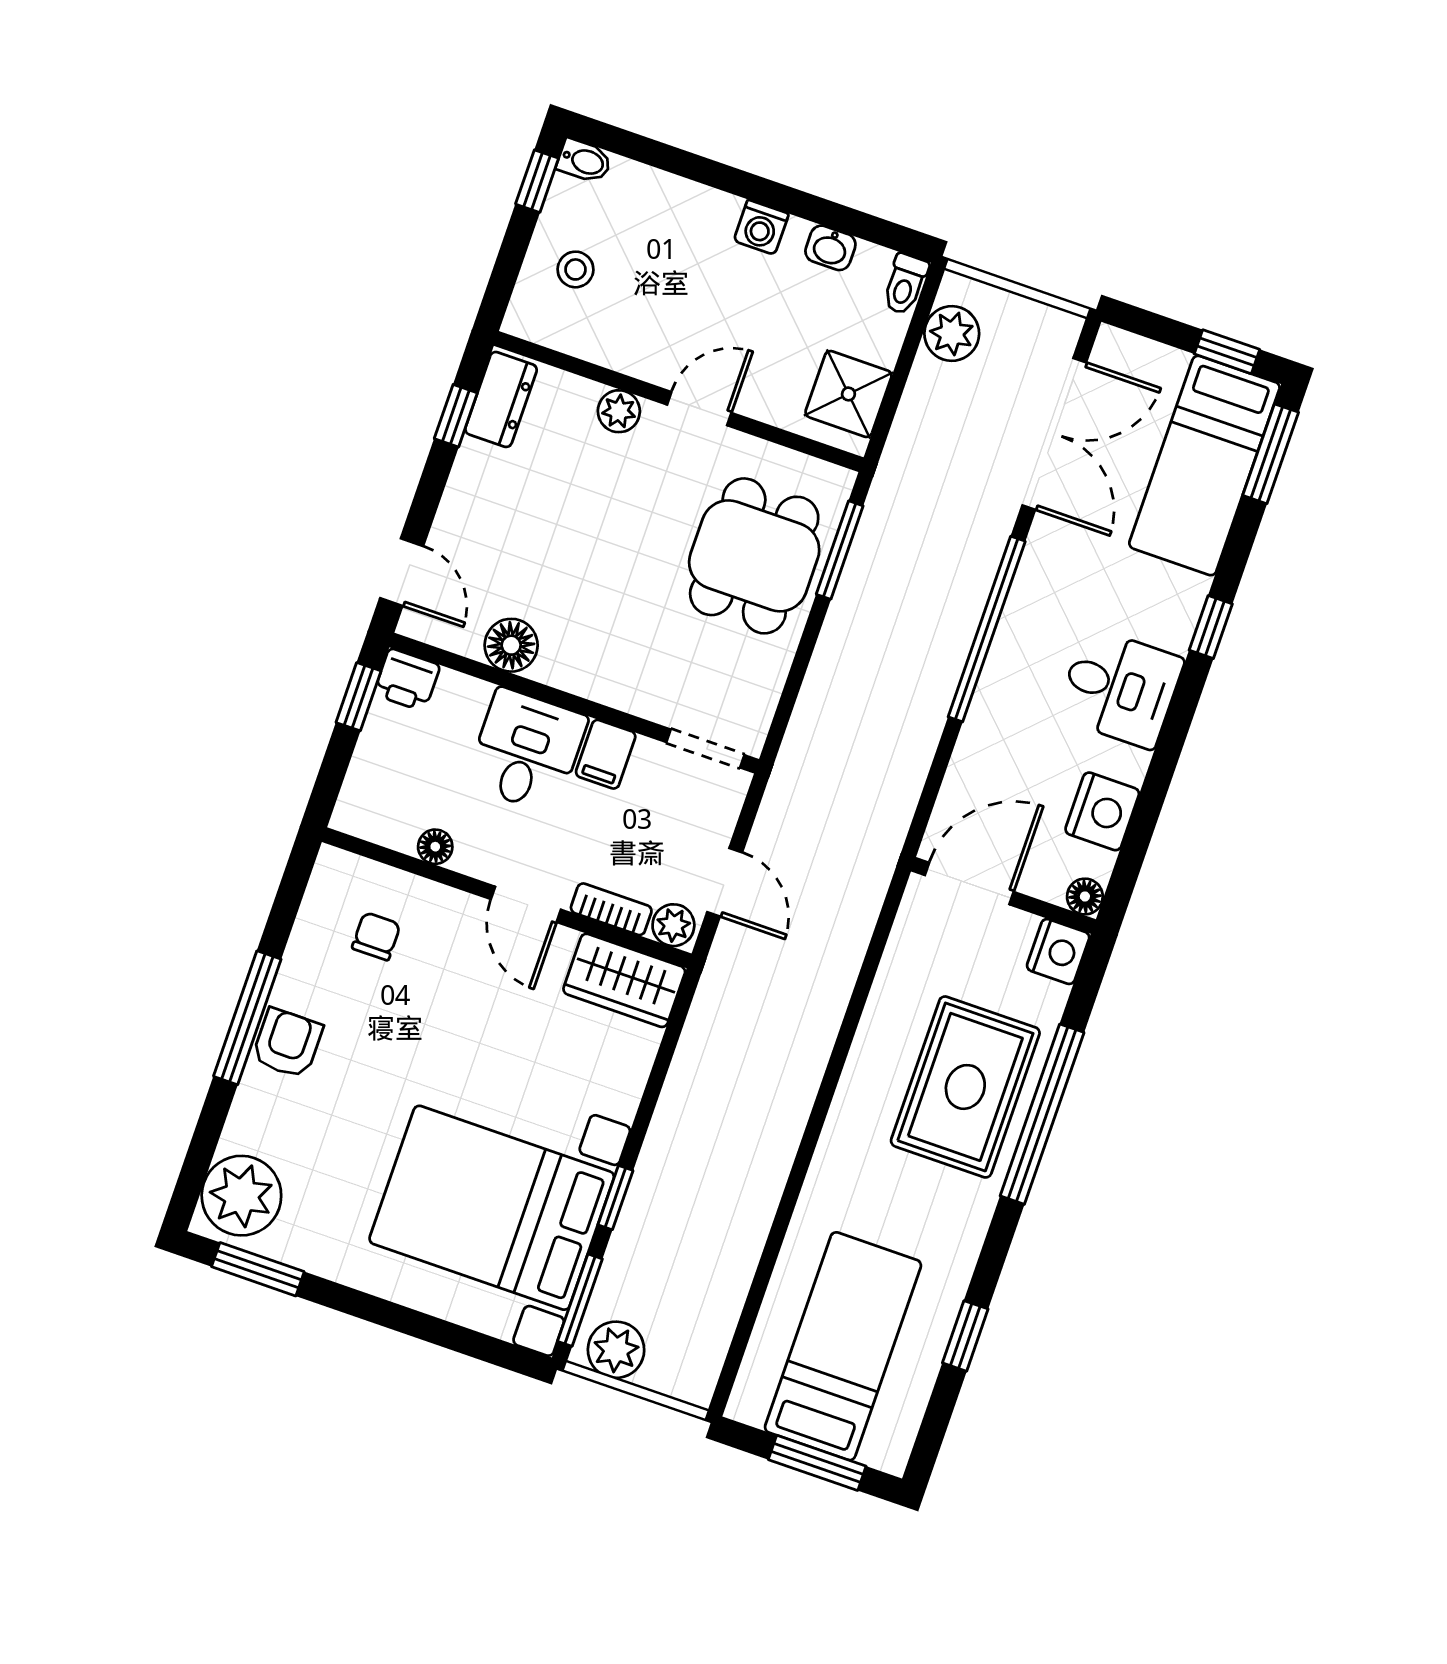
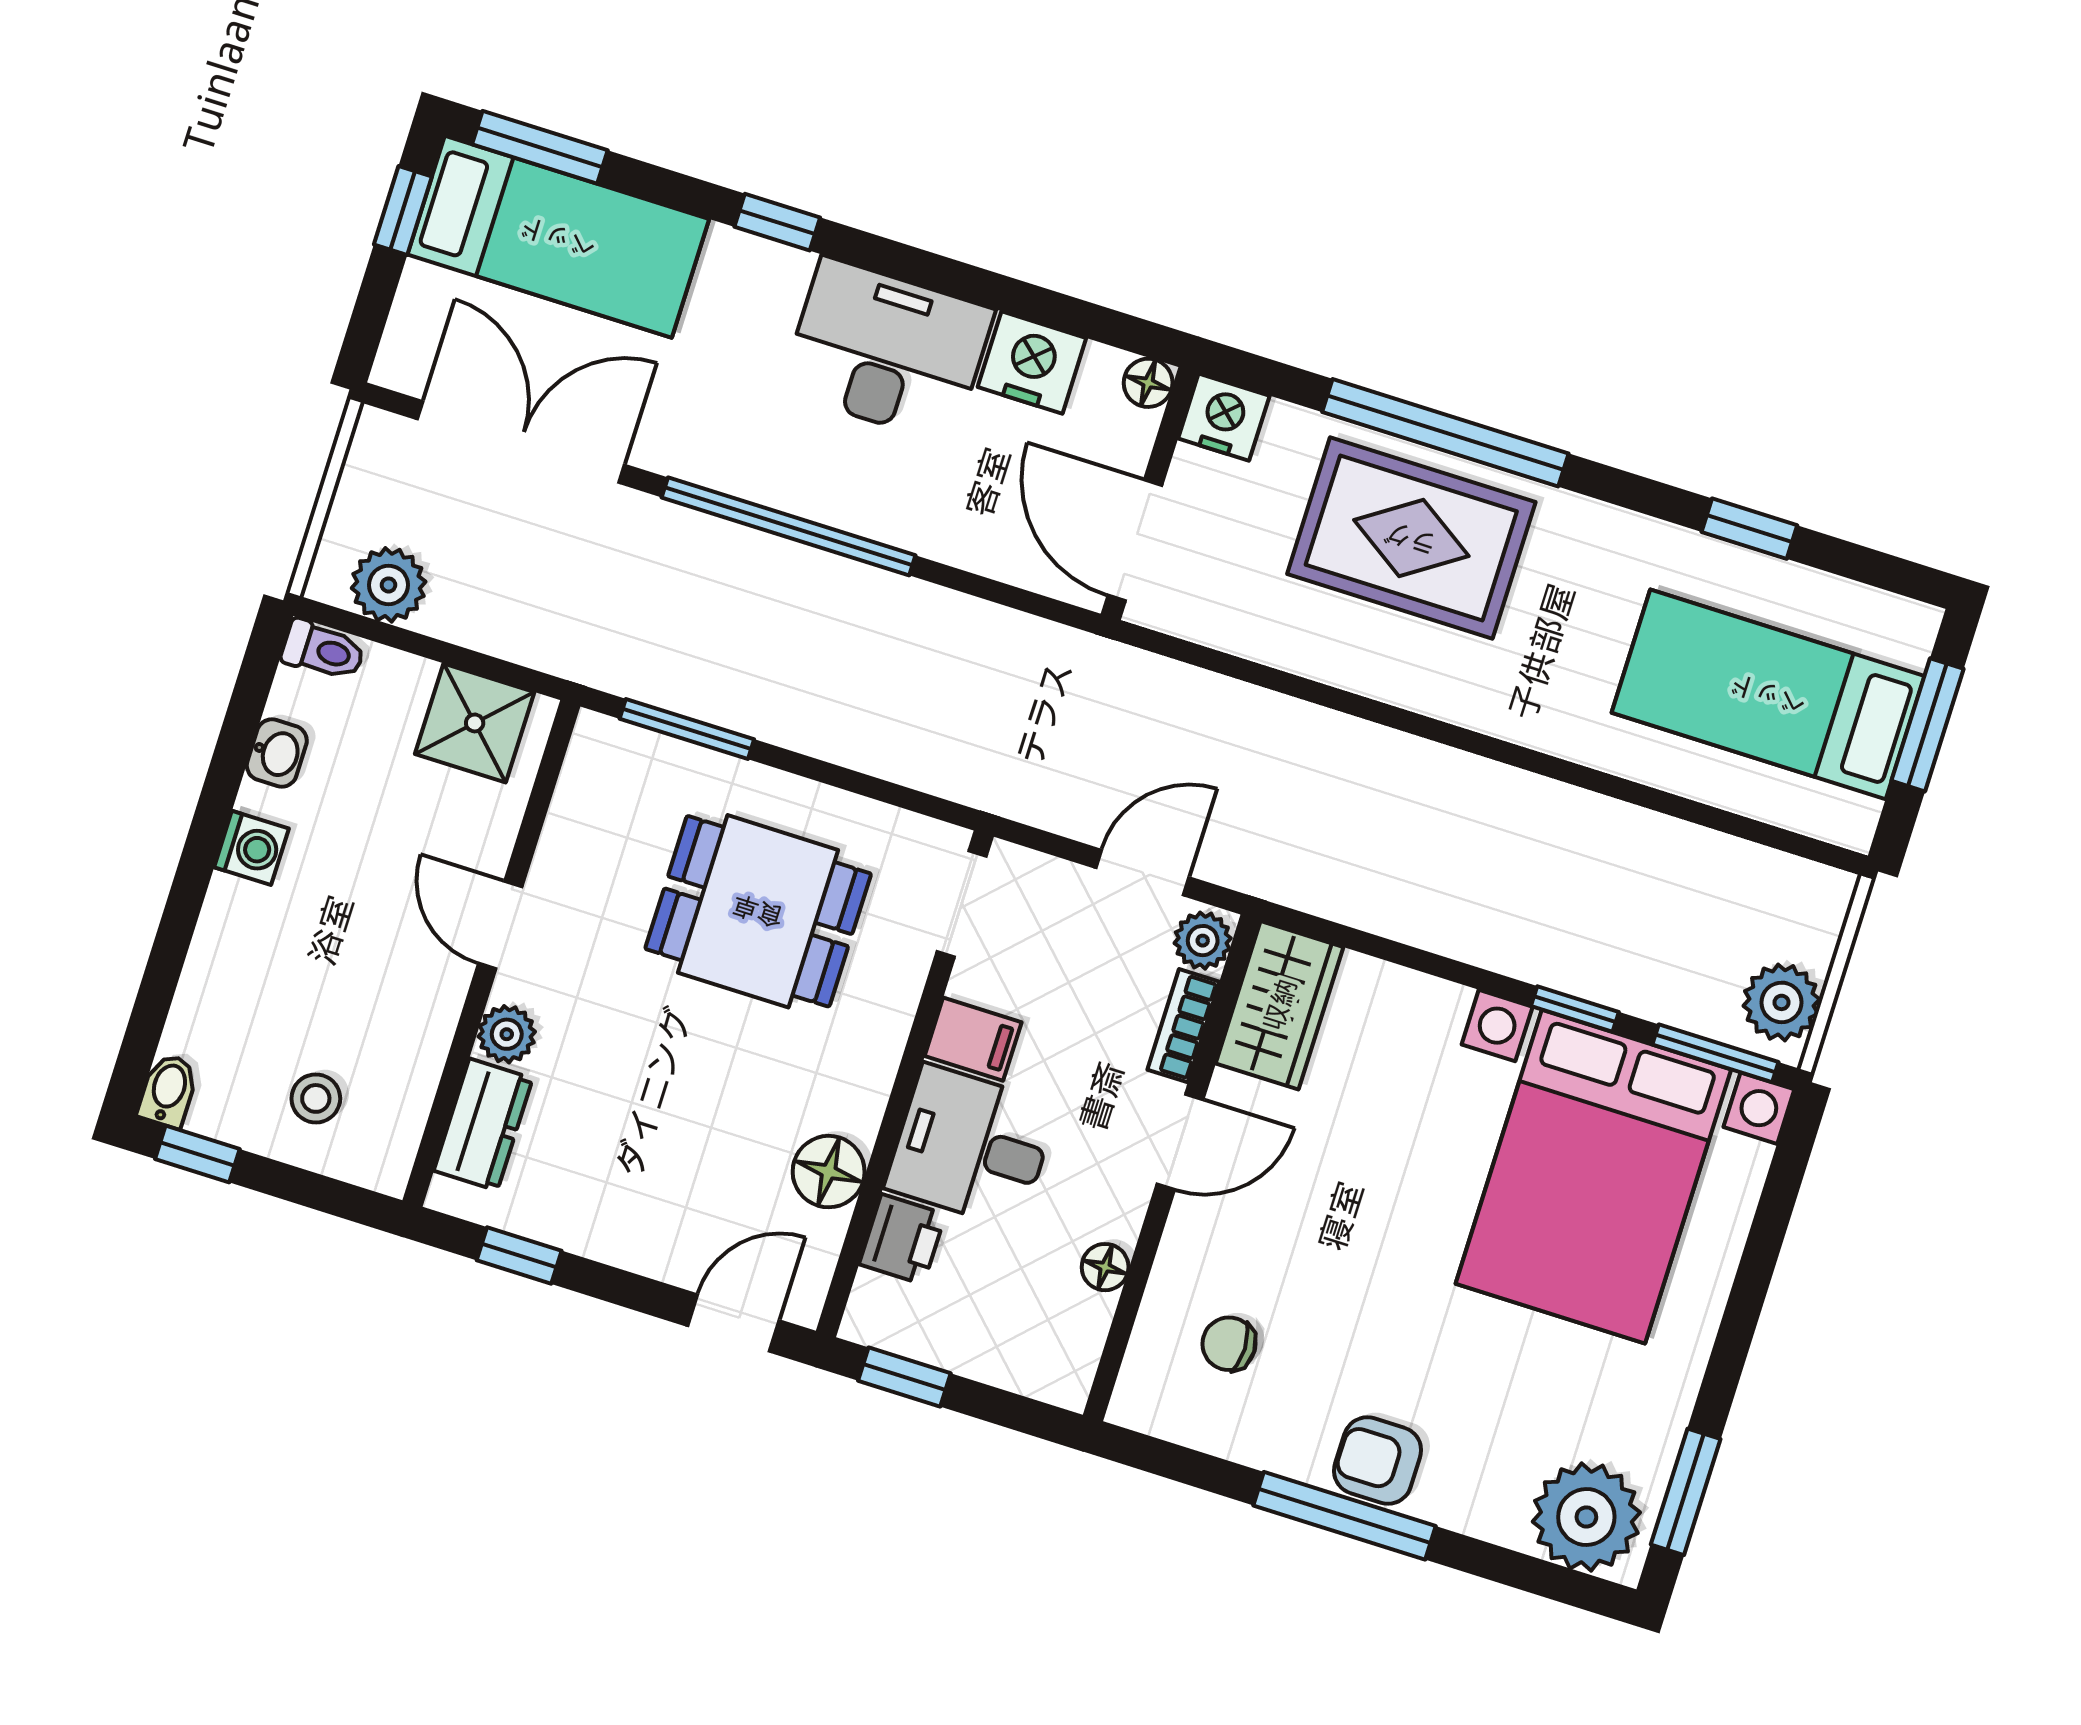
dresser: (501, 399) -> (483, 1125), moved, turned 90
dining table: (754, 556) -> (758, 911), moved
printer: (407, 680) -> (902, 1239), moved
desk: (1120, 688) -> (887, 351), width x1.37

